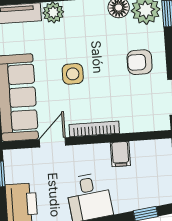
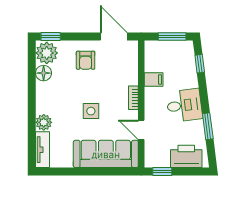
bookcase: (94, 129) -> (133, 98), width x0.64

